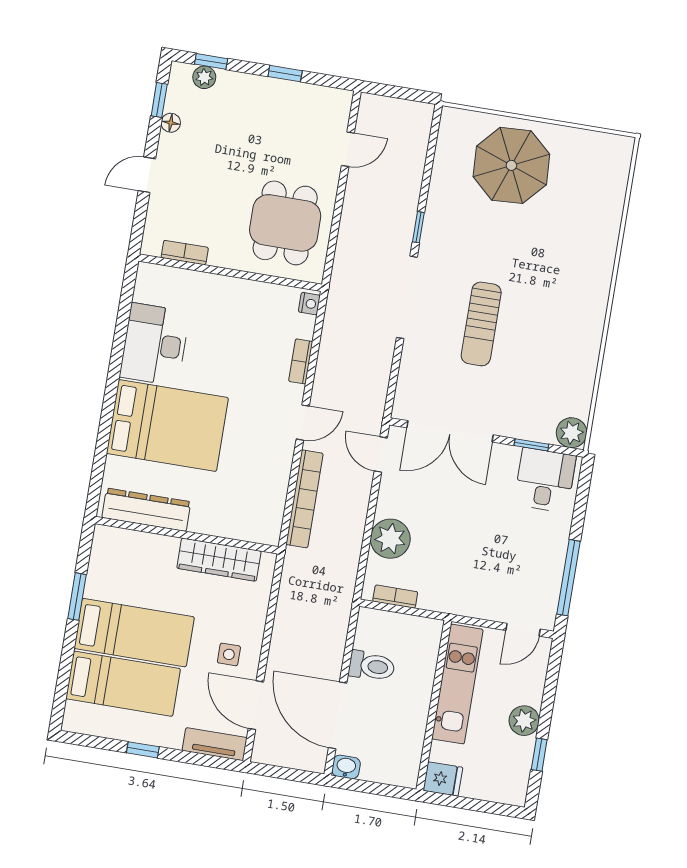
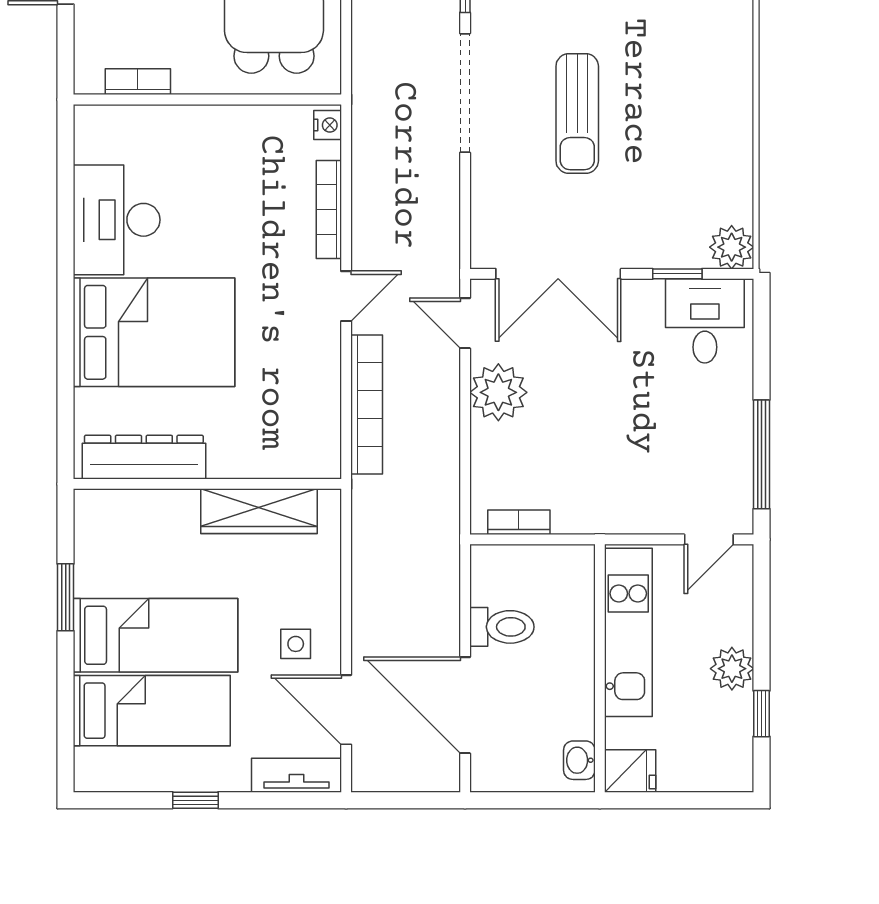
bookcase: (301, 361) -> (329, 210), width x1.56
plant: (390, 539) -> (498, 392), moved
washbasin: (346, 767) -> (579, 760), moved, turned -90

